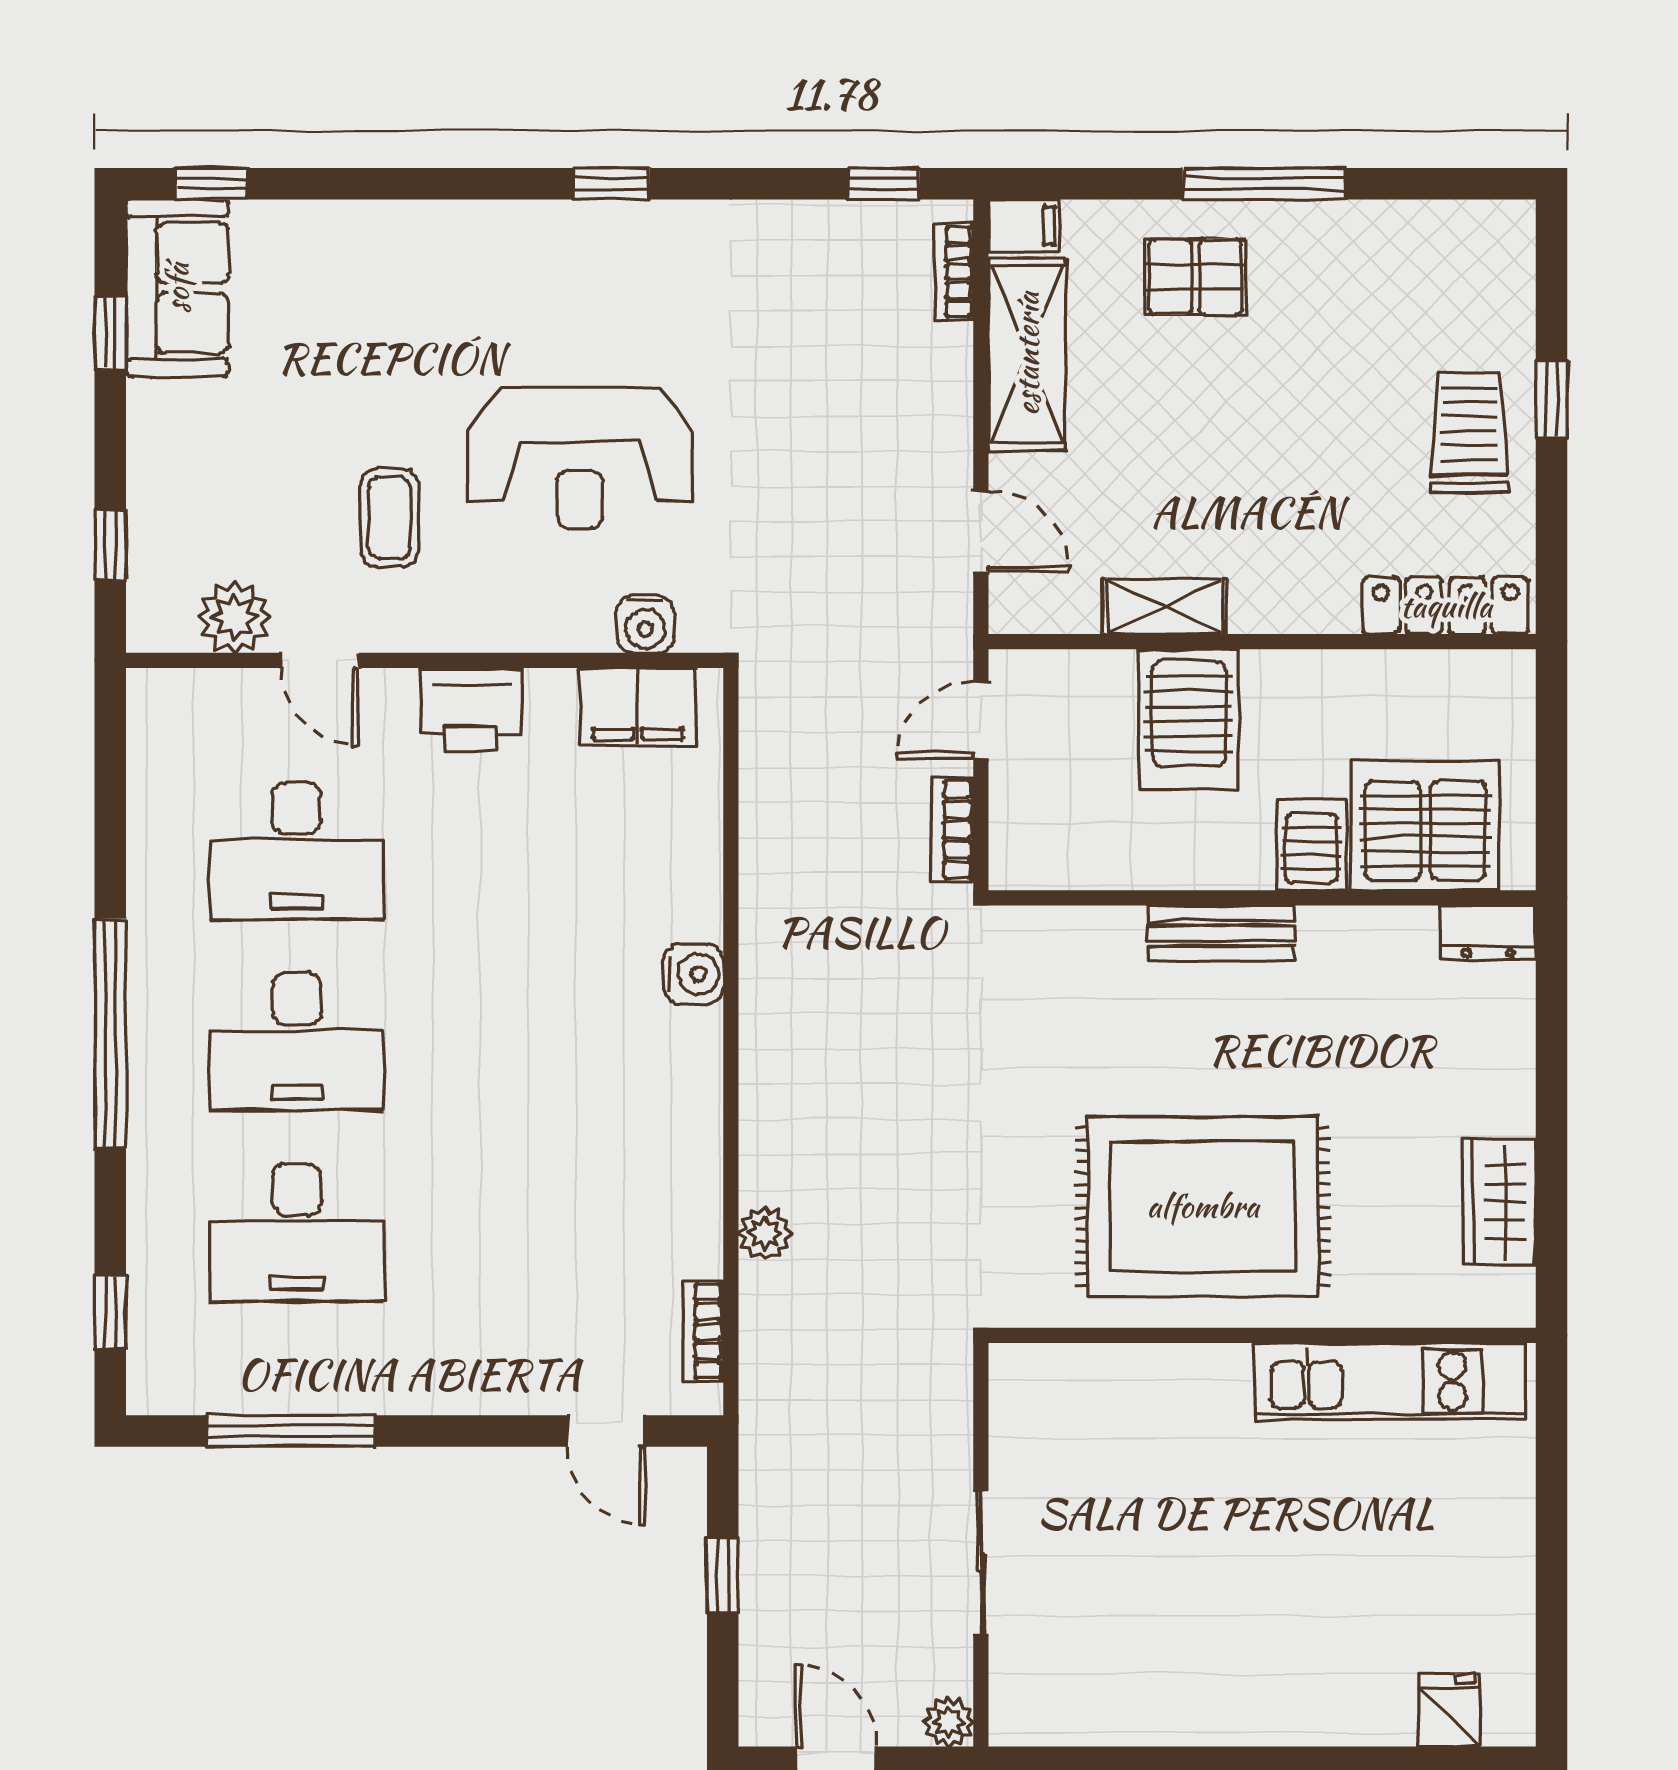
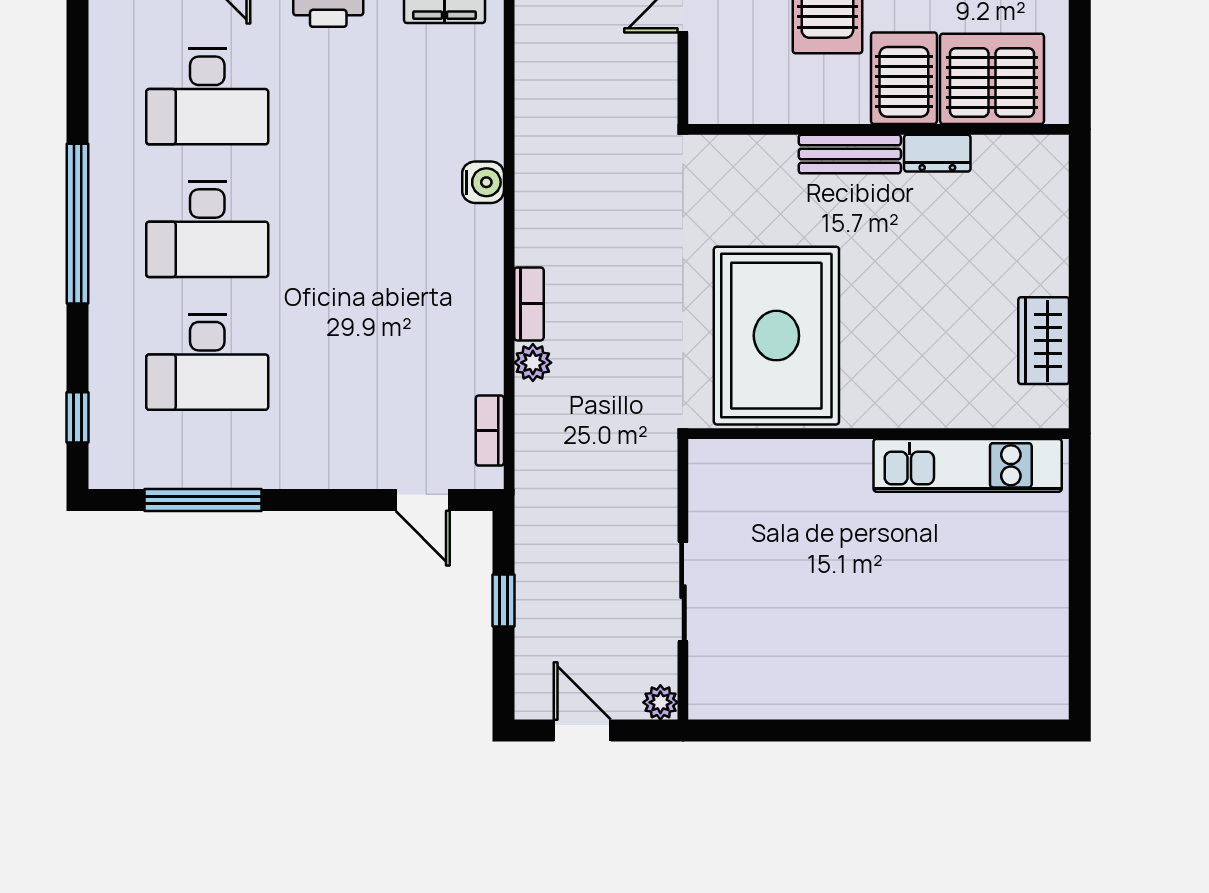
bookcase: (952, 829) -> (529, 304), moved, turned 180
server rack: (1311, 845) -> (904, 78), width x1.36, depth x1.44
dresser: (1488, 932) -> (937, 153), moved
rug: (1203, 1206) -> (776, 336), moved, turned 90
fridge: (1449, 1710) -> (1009, 694), removed

